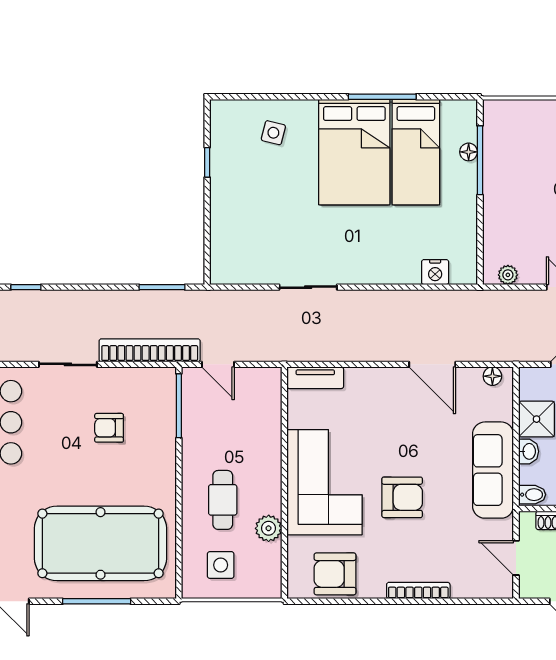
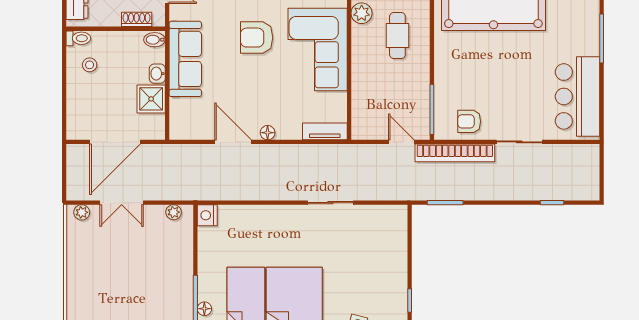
nightstand: (435, 272) -> (207, 215), moved, turned -90
floor lamp: (492, 376) -> (268, 133), moved
armchair: (109, 428) -> (469, 121), moved, turned 180

